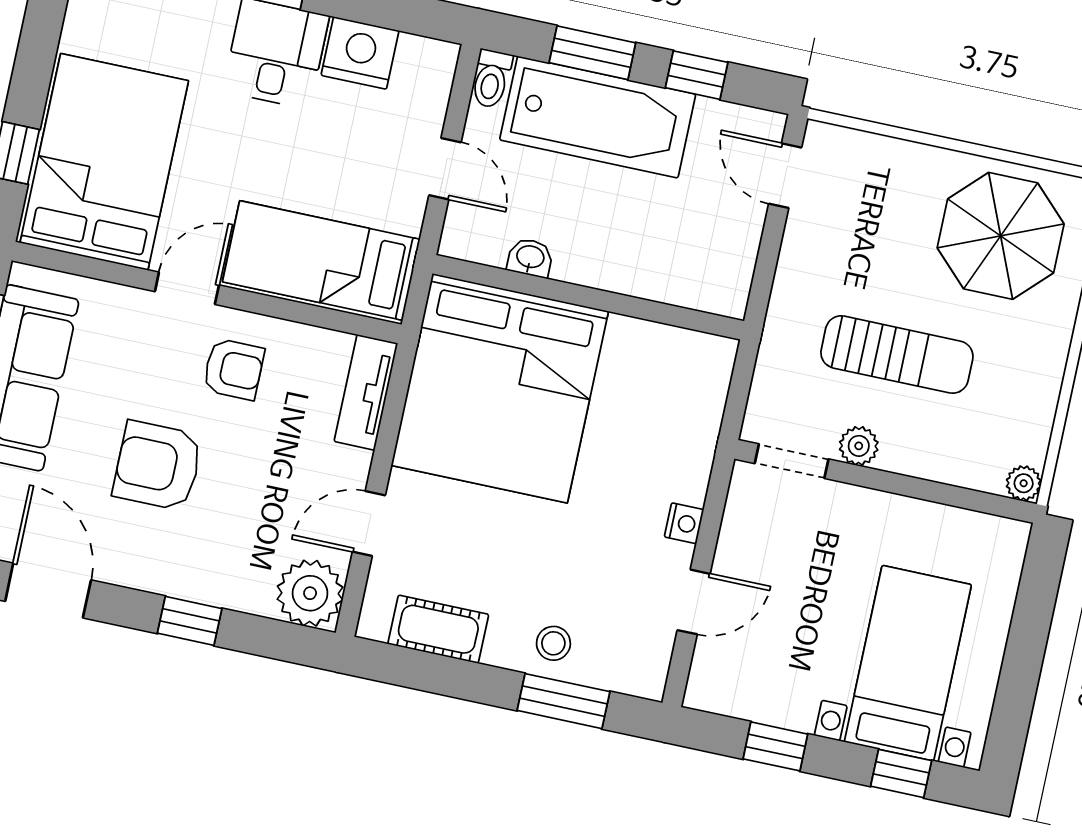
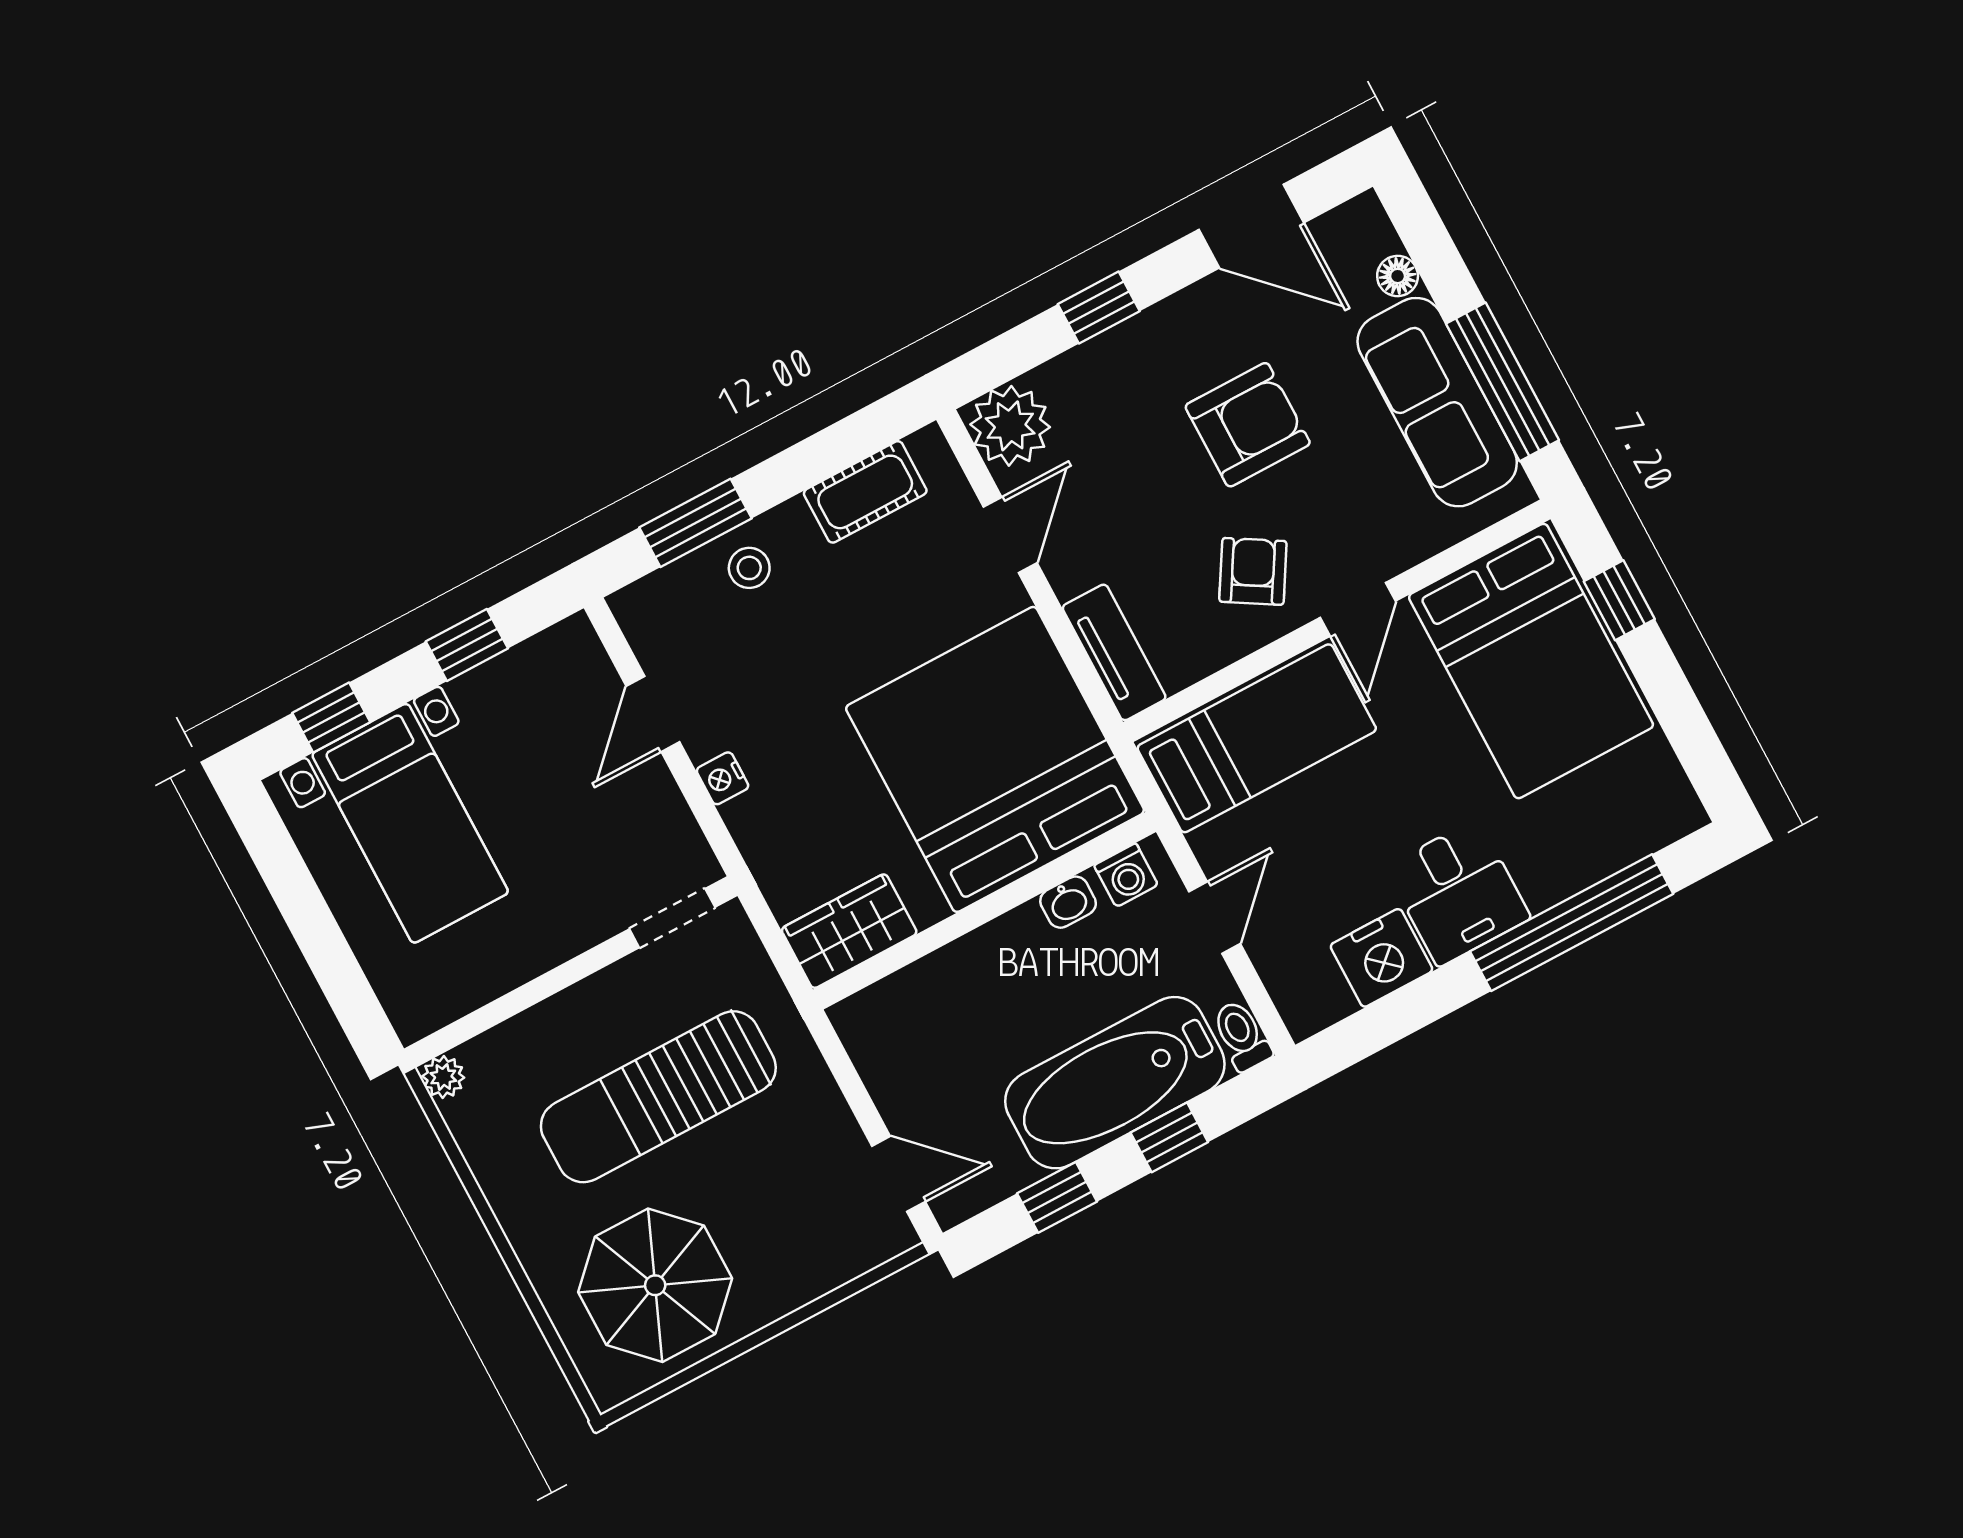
window: (592, 53) -> (1169, 1137), width x0.67
door: (445, 169) -> (1215, 918), swing flipped
washing machine: (479, 244) -> (1126, 875), added
sun lounger: (897, 355) -> (658, 1097), width x1.36, depth x1.34
wardrobe: (686, 357) -> (849, 931), added
armchair: (234, 369) -> (1253, 571), turned 121
plant: (859, 446) -> (623, 984), removed

